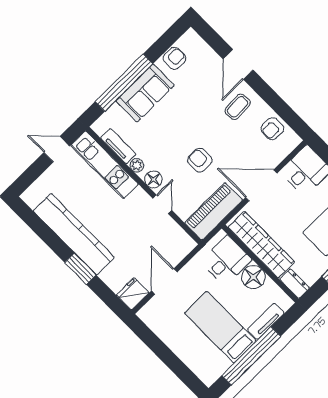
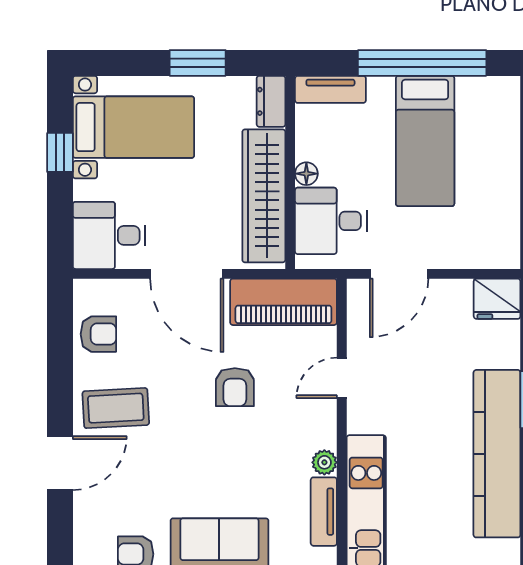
coffee table: (238, 107) -> (116, 408), width x1.36, depth x1.30
floor lamp: (153, 179) -> (321, 422), removed
floor lamp: (253, 277) -> (306, 174), width x0.53, depth x0.53
door: (164, 281) -> (399, 274), moved
tv unit: (266, 321) -> (330, 89), moved

